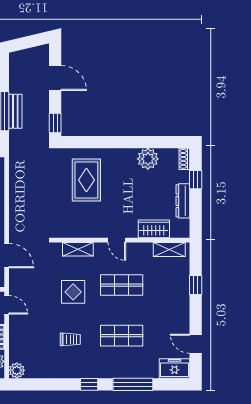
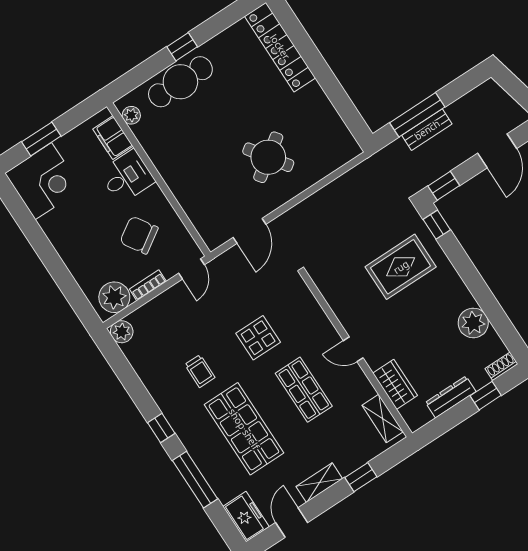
window: (75, 142) -> (437, 225), added
door: (117, 240) -> (353, 349), hinge flipped
shelving: (78, 249) -> (319, 483), moved, turned 90
shop shelf: (122, 336) -> (244, 429), width x1.43, depth x1.36

